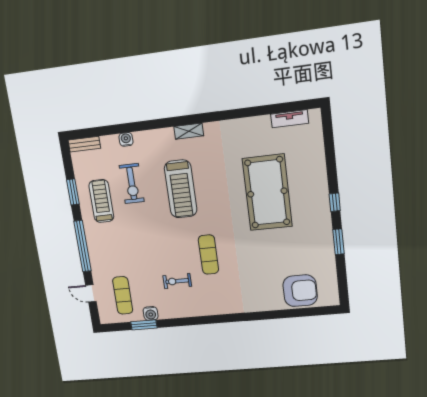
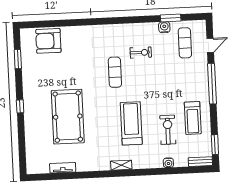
tv unit: (290, 119) -> (63, 168), moved
window: (73, 192) -> (215, 145), moved
window: (338, 242) -> (18, 59), moved
door: (91, 293) -> (210, 45), hinge flipped

